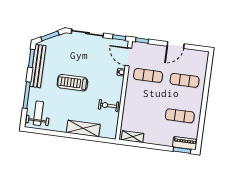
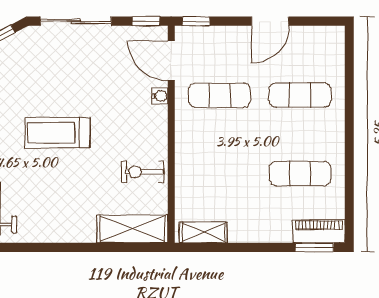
shelving: (83, 128) -> (132, 229), moved

